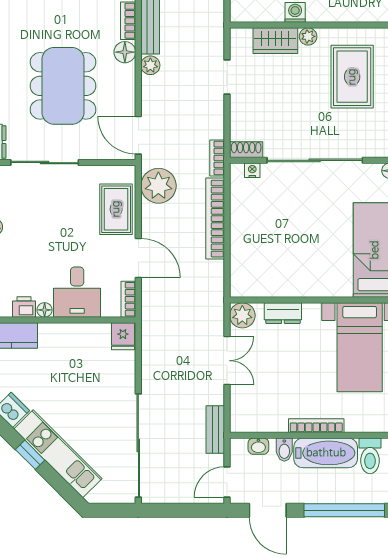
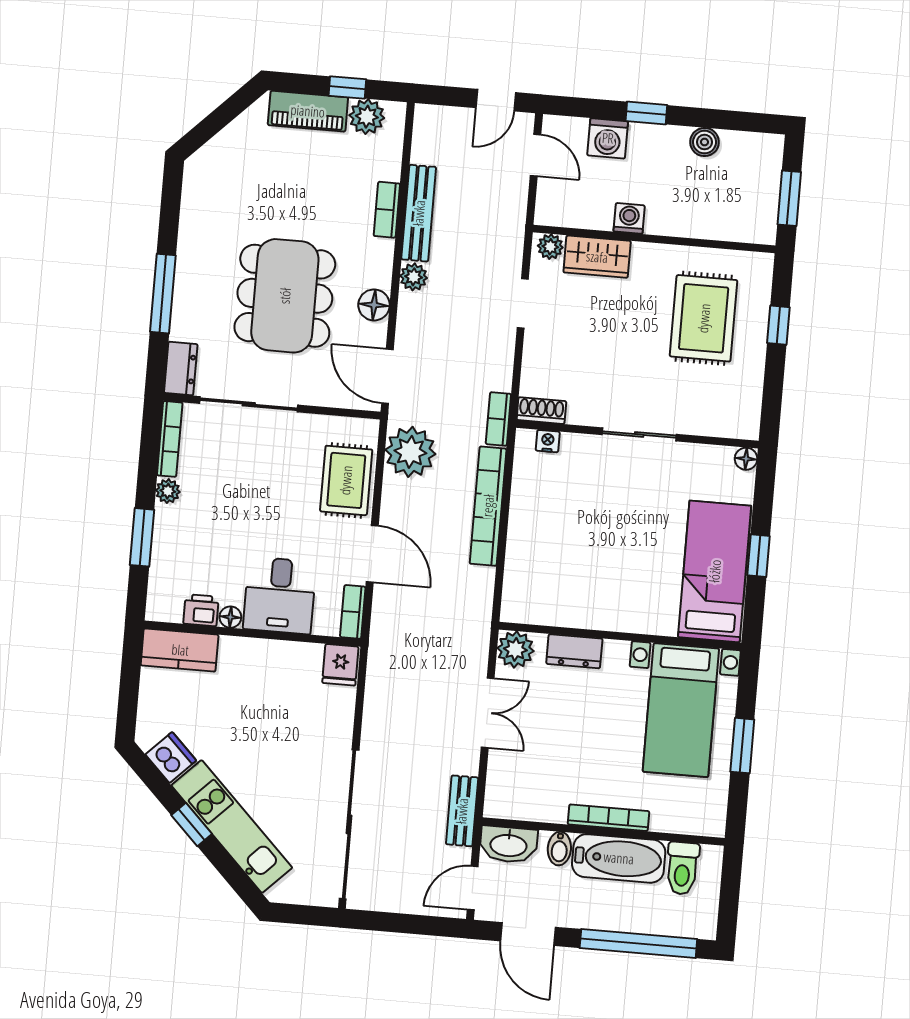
plant: (308, 36) -> (550, 247), moved
floor lamp: (125, 52) -> (374, 305), moved
sliding door: (315, 160) -> (639, 434), width x0.54
washbasin: (258, 446) -> (509, 845), width x1.91, depth x1.45

